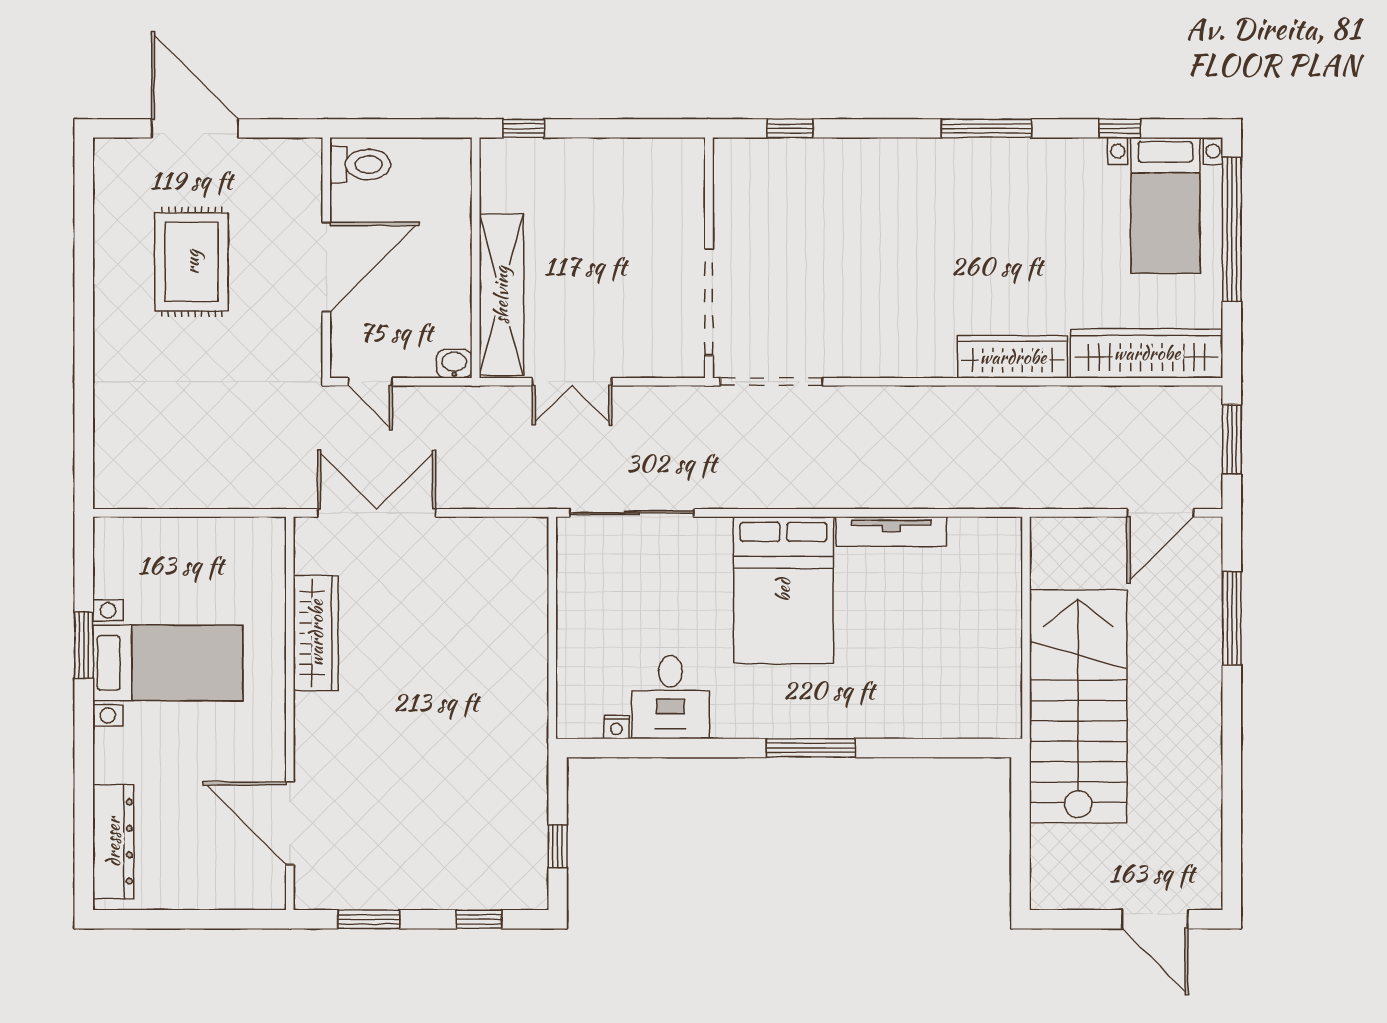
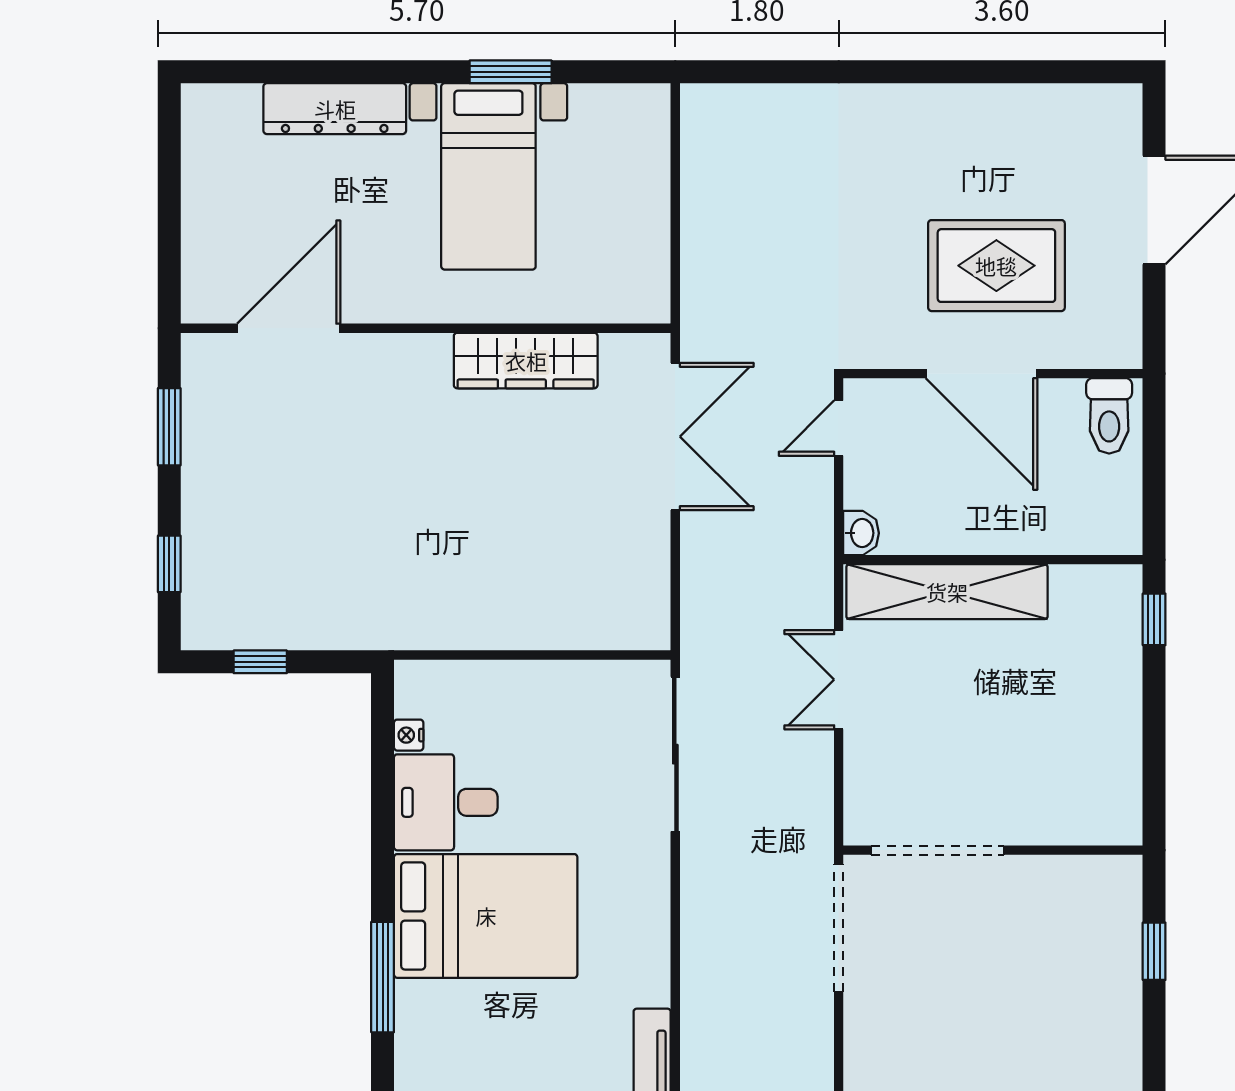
rug: (192, 262) -> (996, 266), moved
bed: (783, 590) -> (486, 916), moved, turned 180
dresser: (113, 842) -> (335, 109), moved

